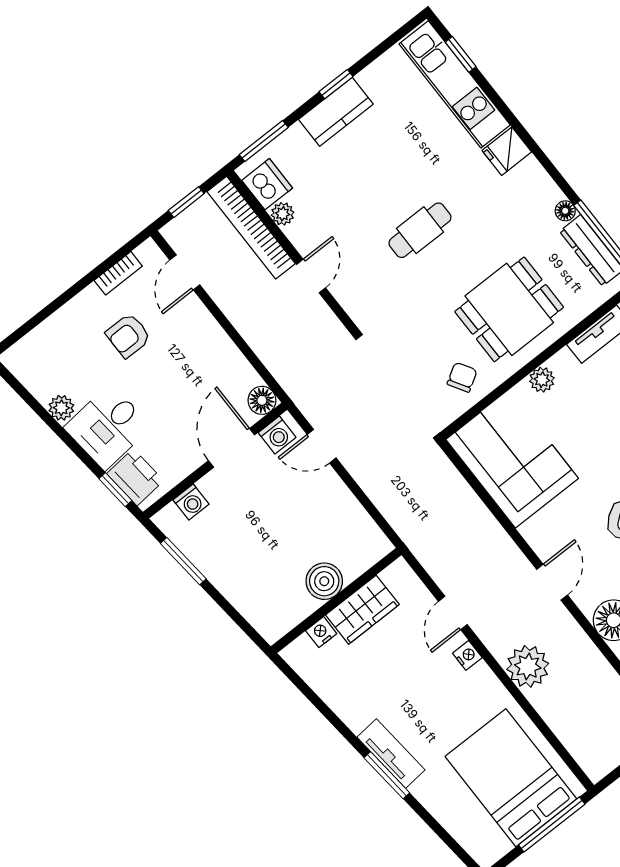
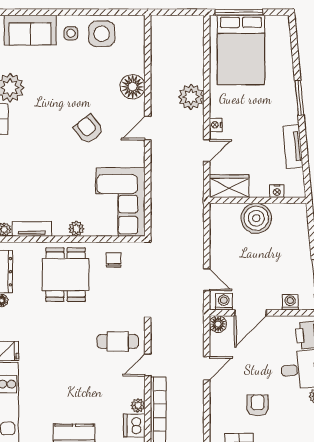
cafe table: (420, 230) -> (118, 341), moved
door: (185, 272) -> (207, 368), moved
dining table: (509, 309) -> (66, 275), turned 90
armchair: (128, 336) -> (258, 405), turned -90
chair: (462, 377) -> (114, 260), turned 121
boiler: (324, 581) -> (256, 218), width x1.37, depth x1.37
wardrobe: (362, 610) -> (229, 186), moved
tv unit: (391, 753) -> (293, 146), moved

